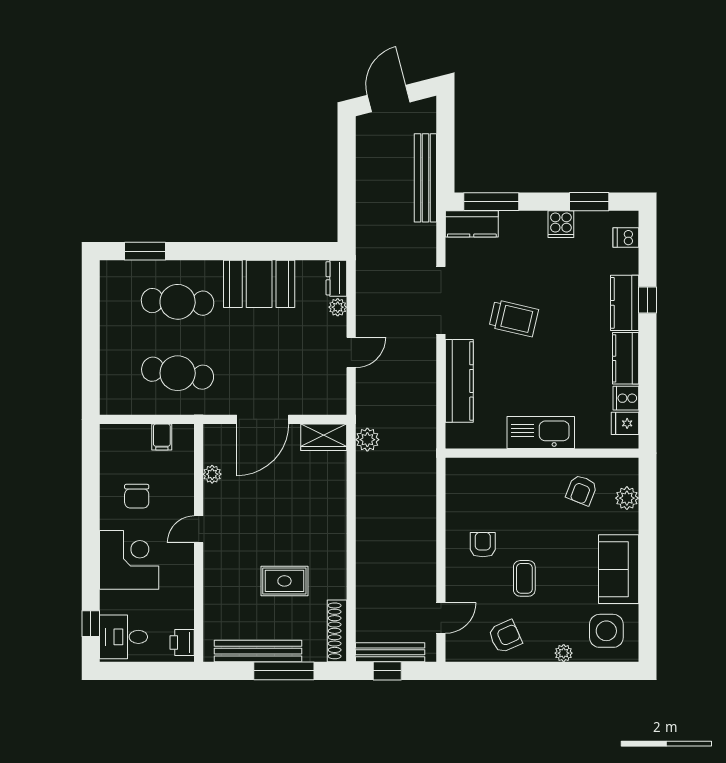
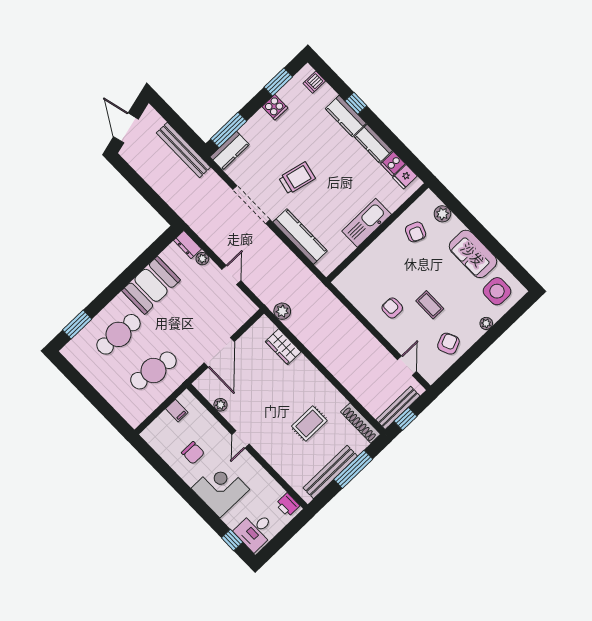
wardrobe: (324, 437) -> (283, 347), moved, turned 90

